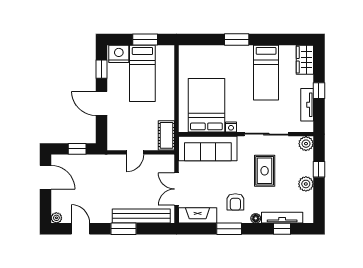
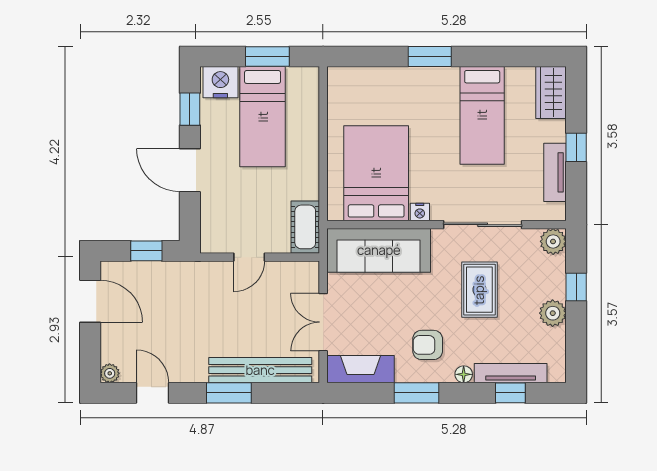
armchair: (235, 202) -> (428, 345), turned 90

